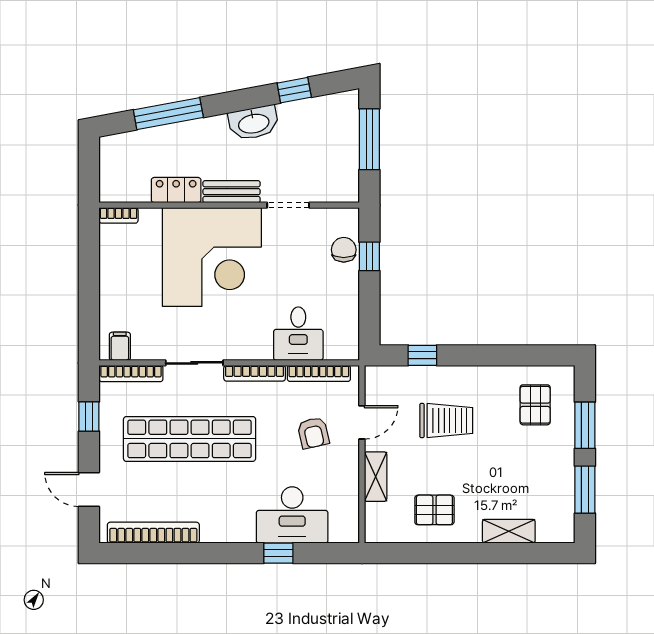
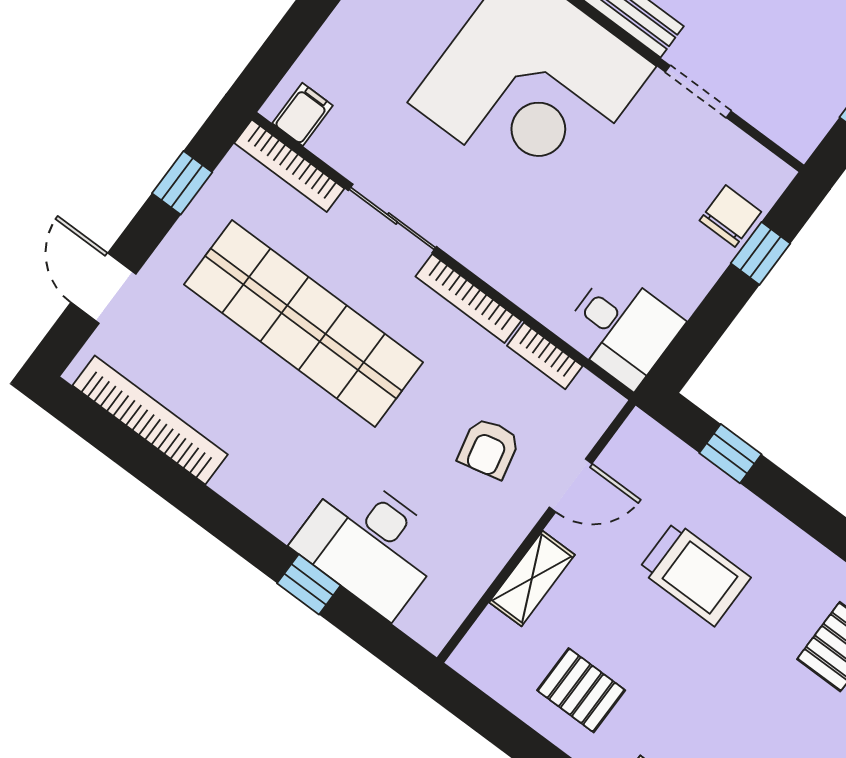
desk: (298, 334) -> (622, 328), moved, turned -90
bookcase: (319, 373) -> (545, 356), width x0.64

